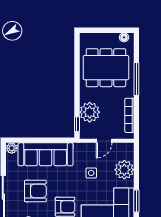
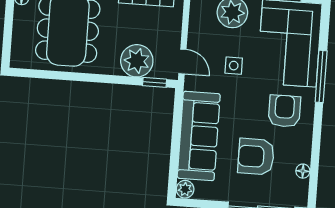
door: (104, 141) -> (182, 62), moved
armchair: (35, 191) -> (256, 157), turned -90

